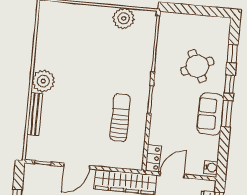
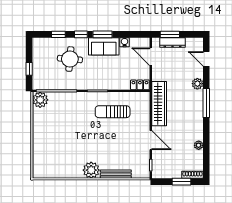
window: (189, 9) -> (29, 69), added
plant: (124, 18) -> (40, 100), moved
round table: (197, 66) -> (70, 59), turned 31
water cooler: (211, 168) -> (125, 42), moved
door: (172, 175) -> (151, 57), moved

